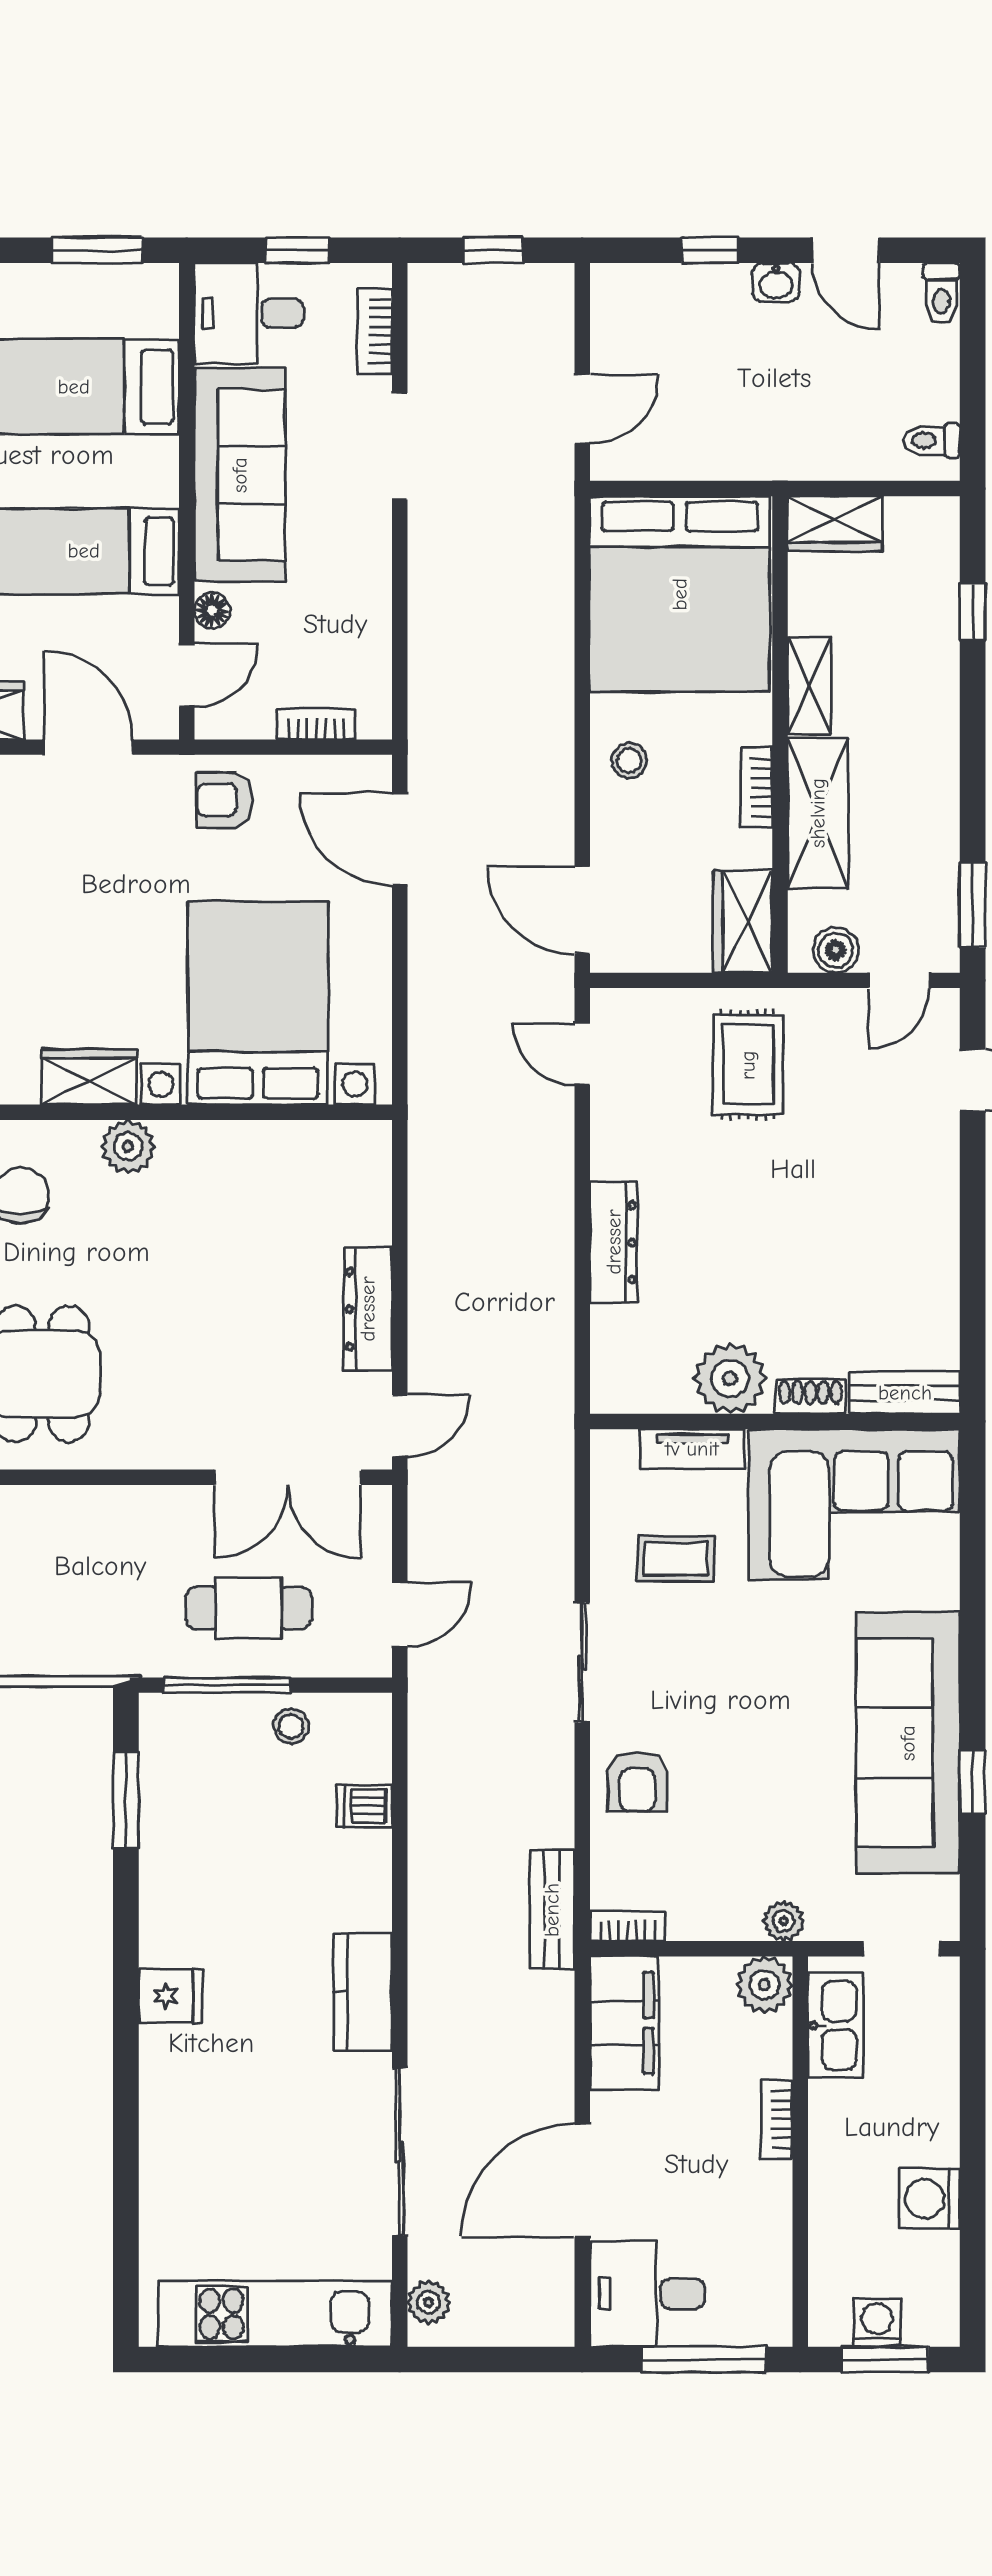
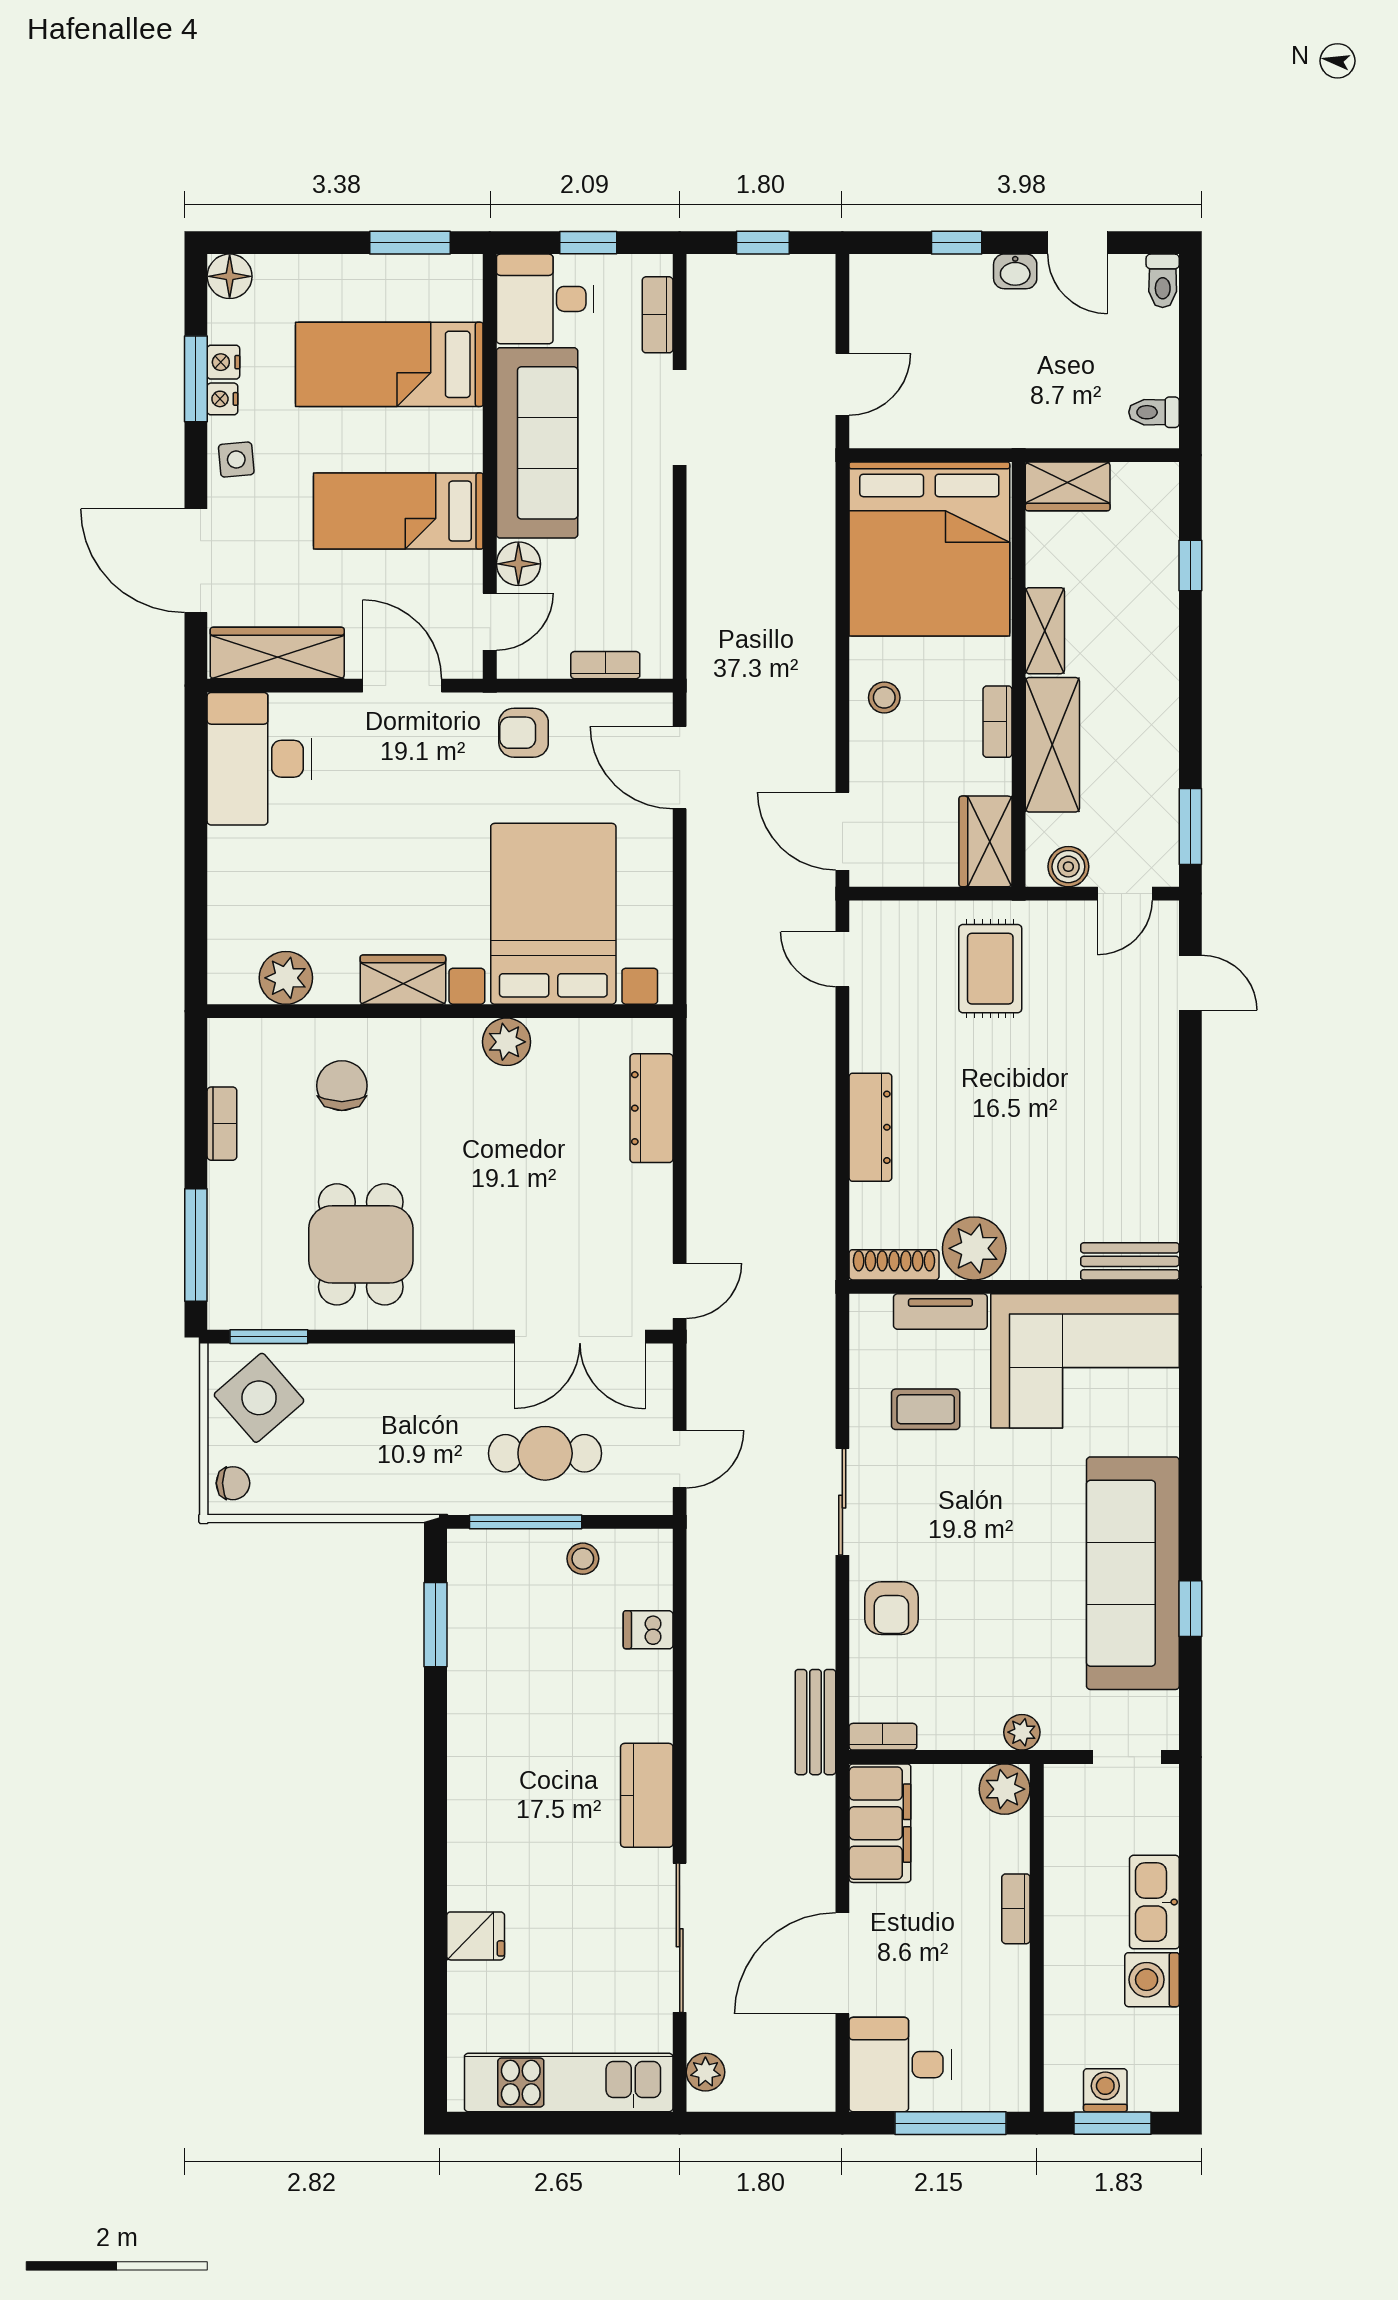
floor lamp: (212, 610) -> (518, 564), width x1.37, depth x1.37
plant: (128, 1147) -> (507, 1042), moved
dresser: (368, 1309) -> (651, 1108), moved
shoe rack: (810, 1397) -> (894, 1265), moved, width x1.43
fridge: (171, 1996) -> (476, 1936), moved
kitchen sink: (836, 2025) -> (1154, 1902), moved, turned 180

